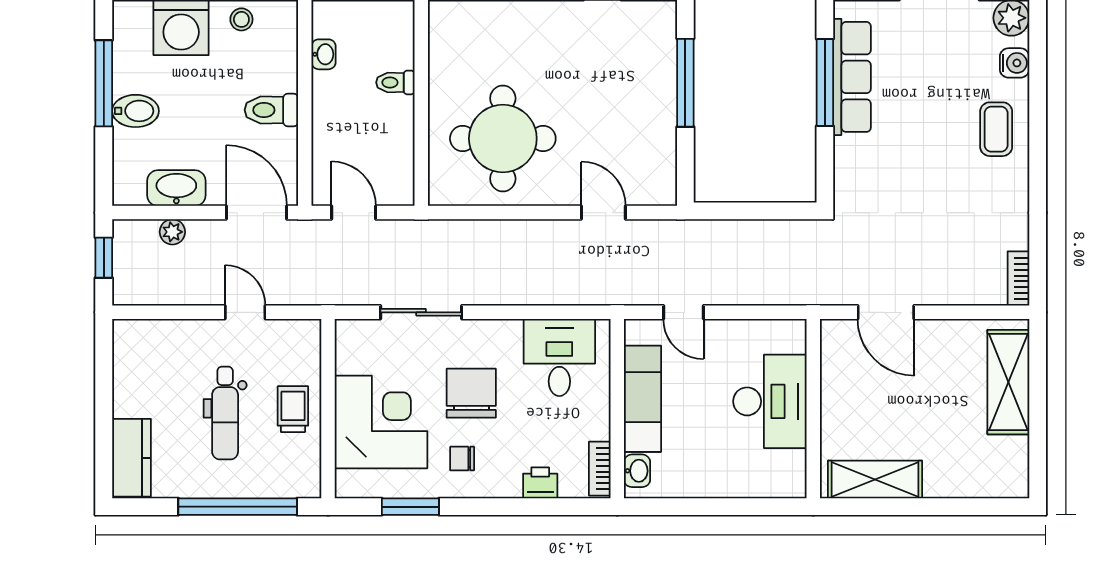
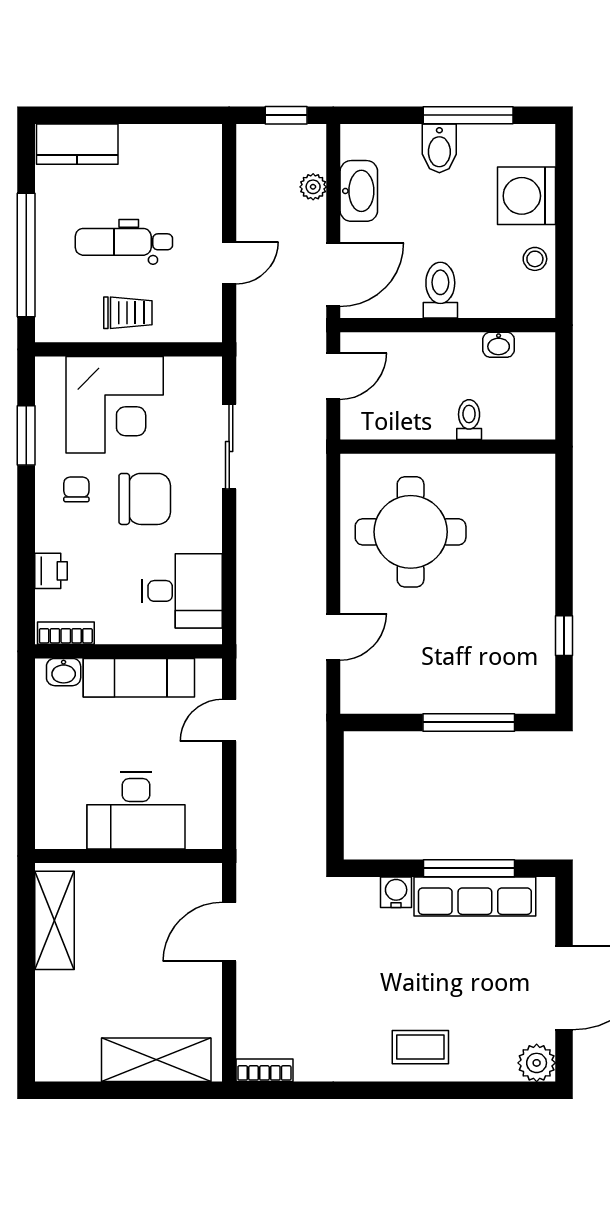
water cooler: (1015, 63) -> (396, 892), moved, turned 180

